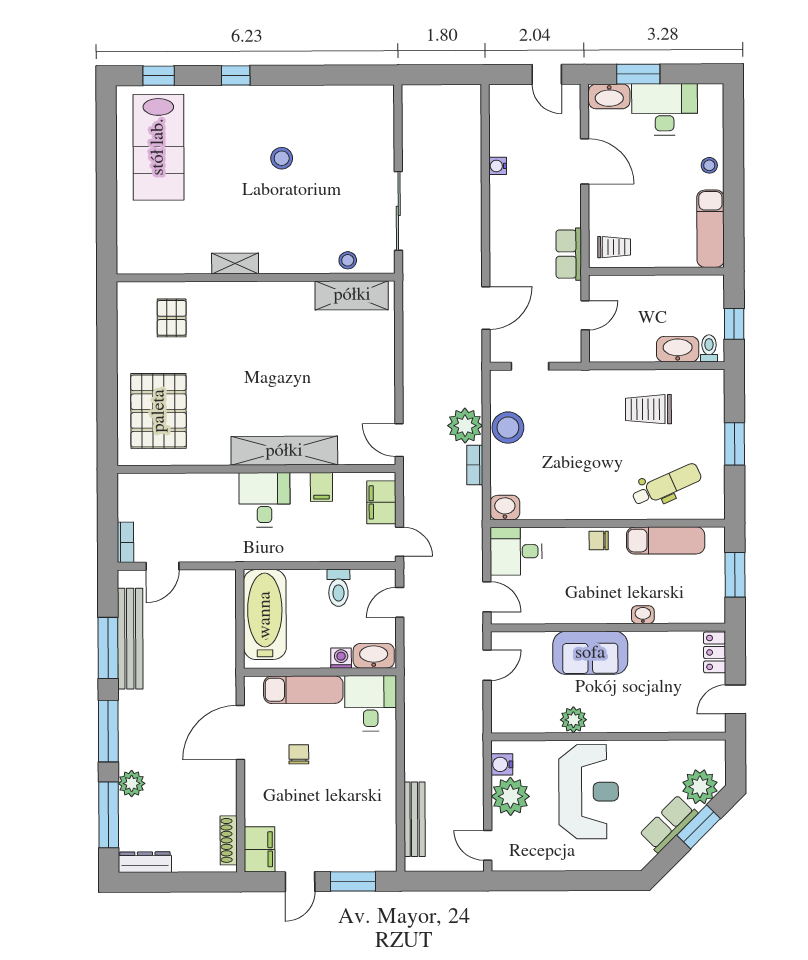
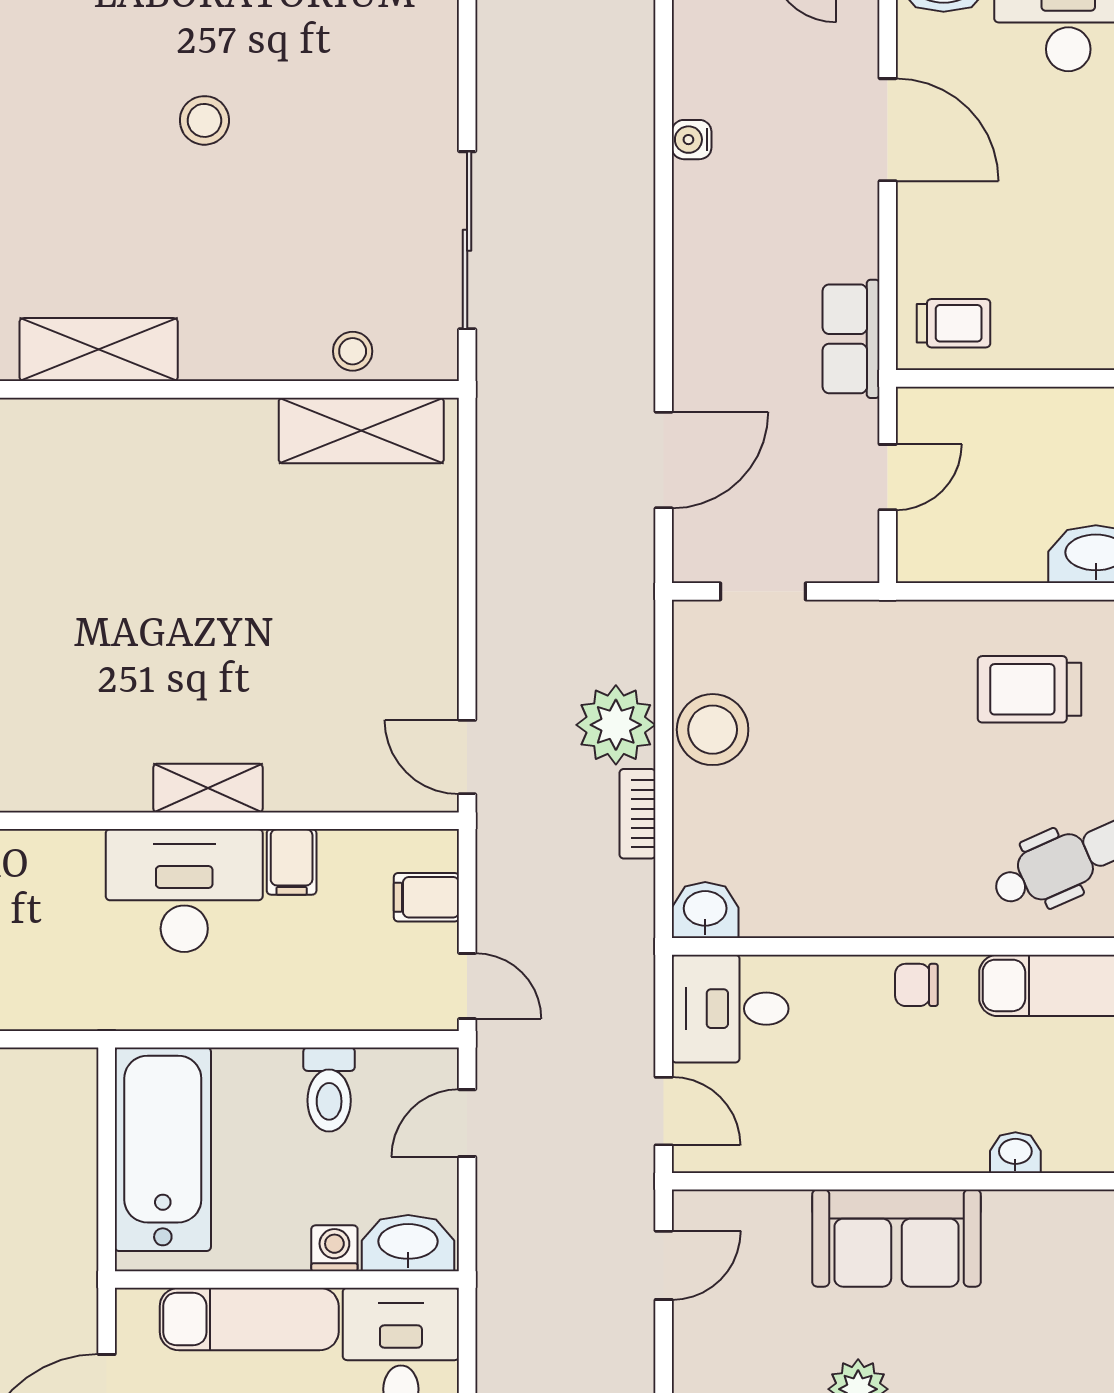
shelving: (235, 263) -> (99, 350), width x1.50, depth x1.33
shelving: (284, 451) -> (208, 788), width x0.45, depth x0.75
desk: (264, 500) -> (184, 891), width x1.37
filing cabinet: (381, 502) -> (426, 897), width x0.50

